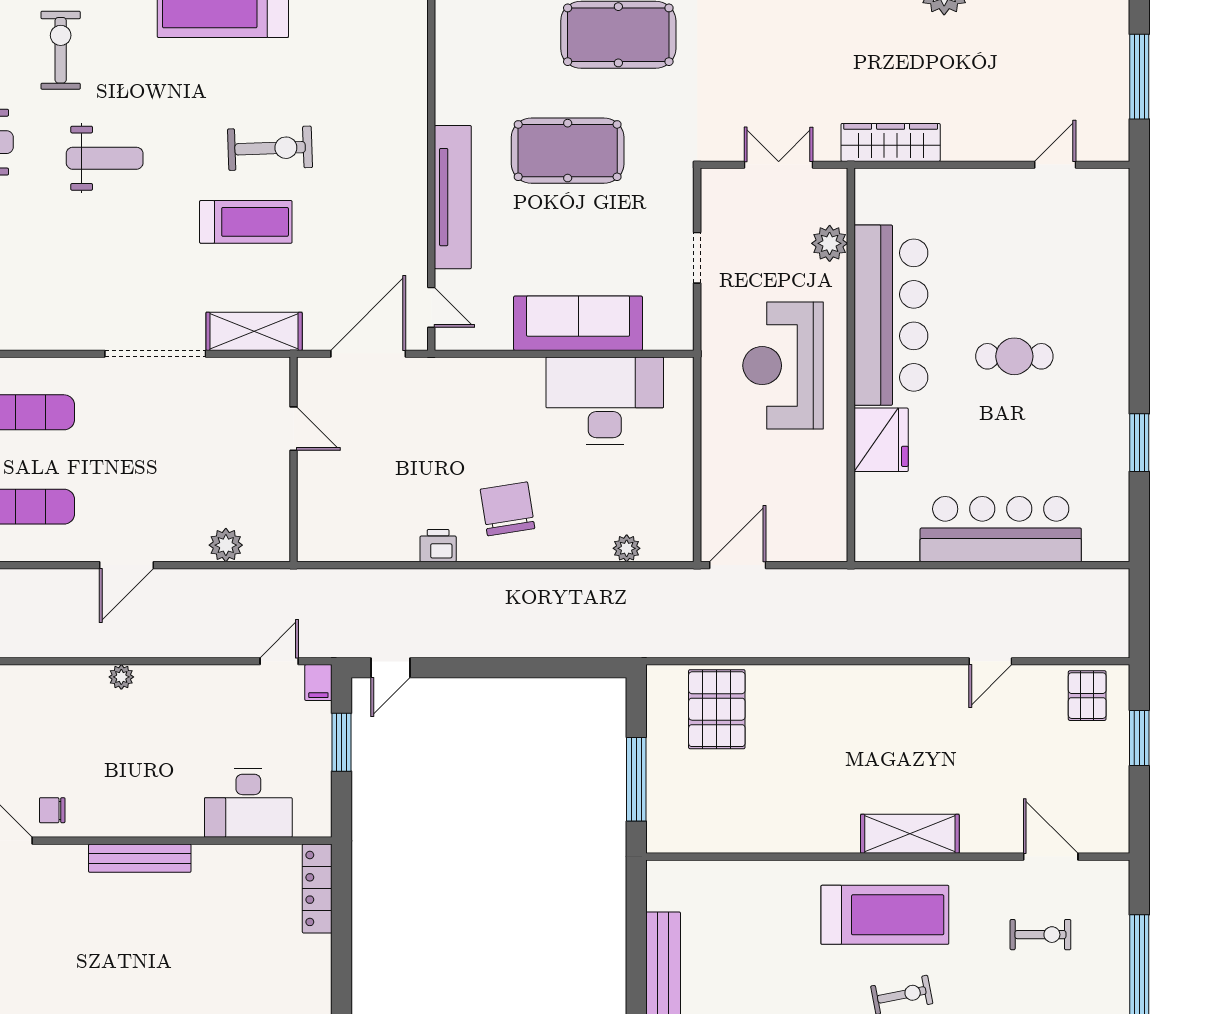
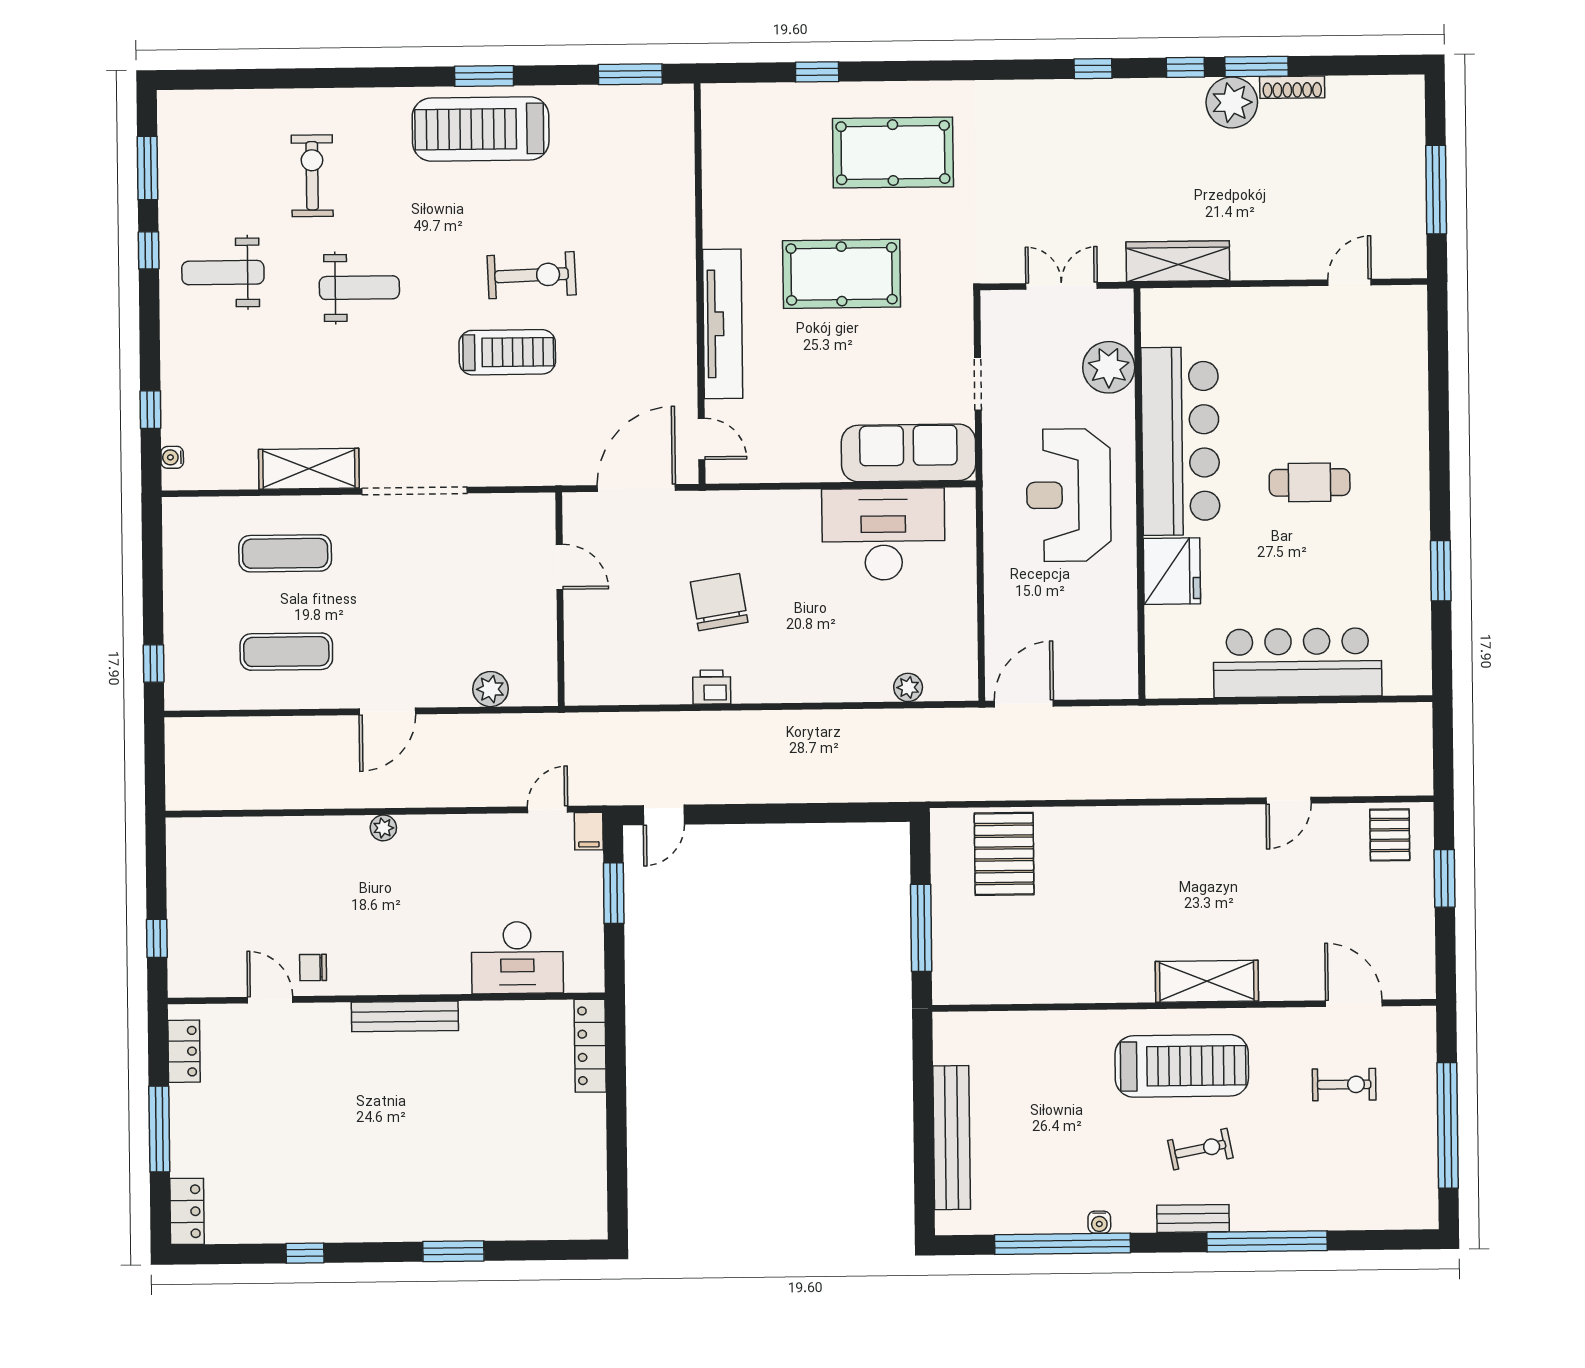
plant: (830, 243) -> (1109, 367), width x1.36, depth x1.36
sofa: (578, 323) -> (908, 453), moved
shelving: (254, 331) -> (309, 469), moved
chair: (508, 509) -> (719, 602), moved

